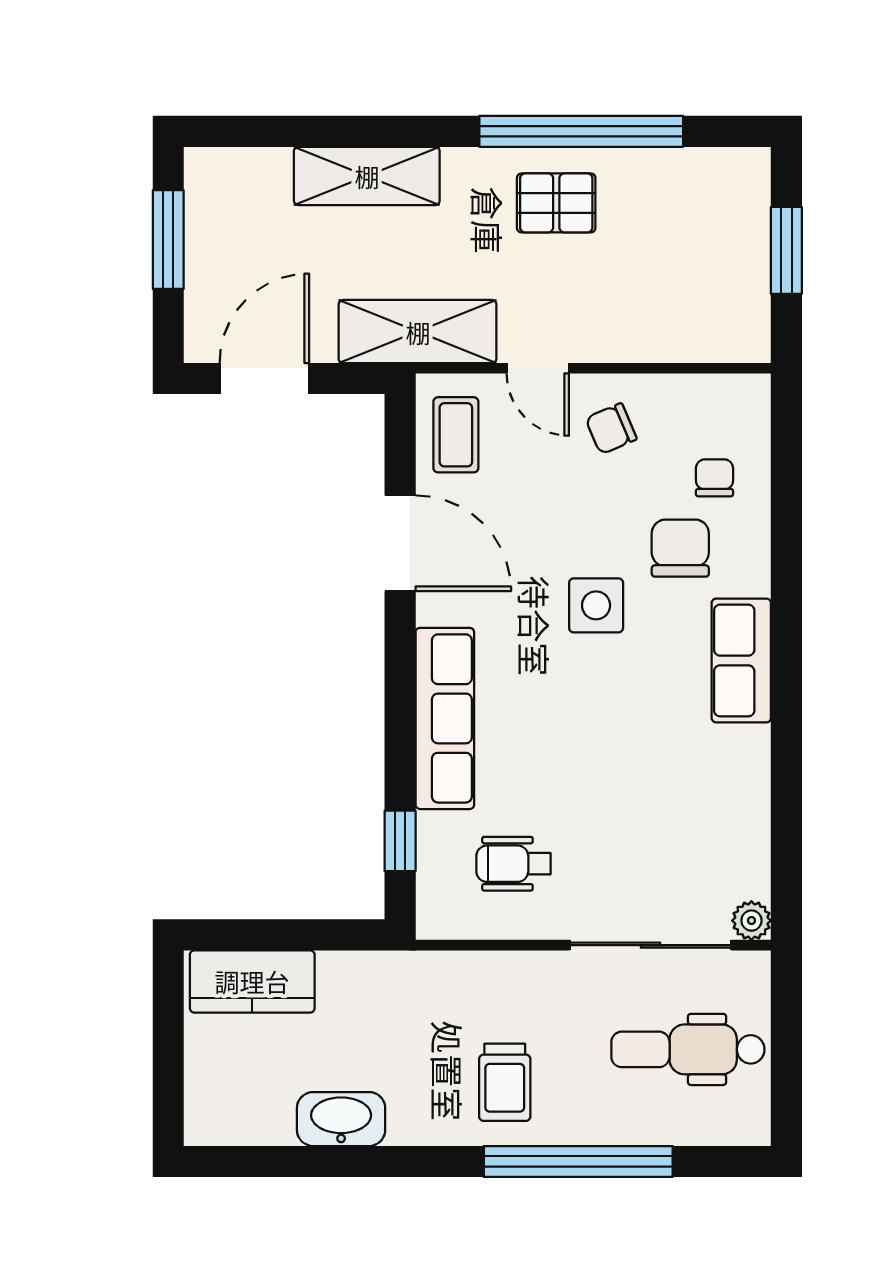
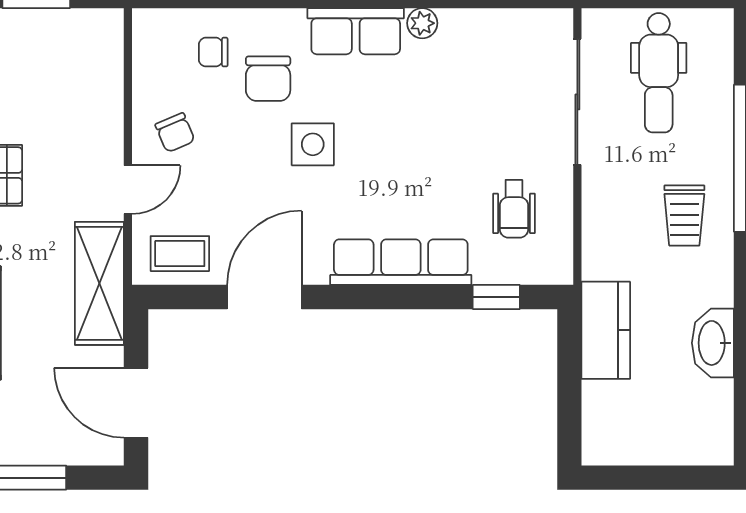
chair: (680, 548) -> (268, 79), turned -90
plant: (751, 921) -> (422, 23), moved
kitchen counter: (252, 981) -> (606, 330), moved
trolley: (505, 1082) -> (684, 215), turned 90

